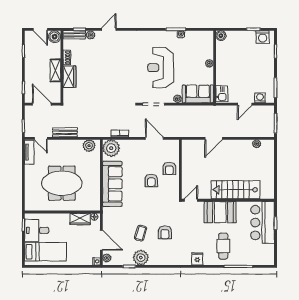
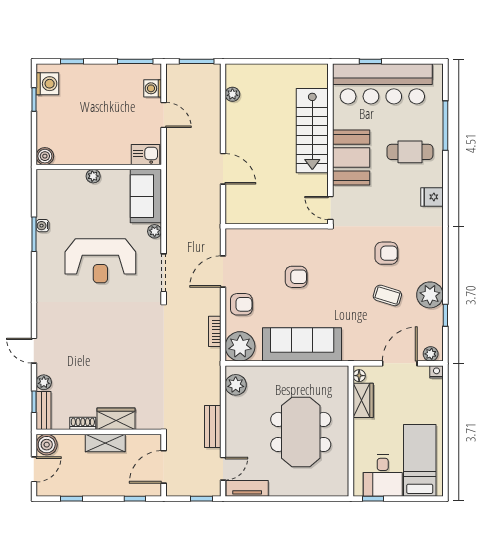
armchair: (169, 169) -> (241, 304), moved
bar counter: (263, 223) -> (382, 84), width x1.36

